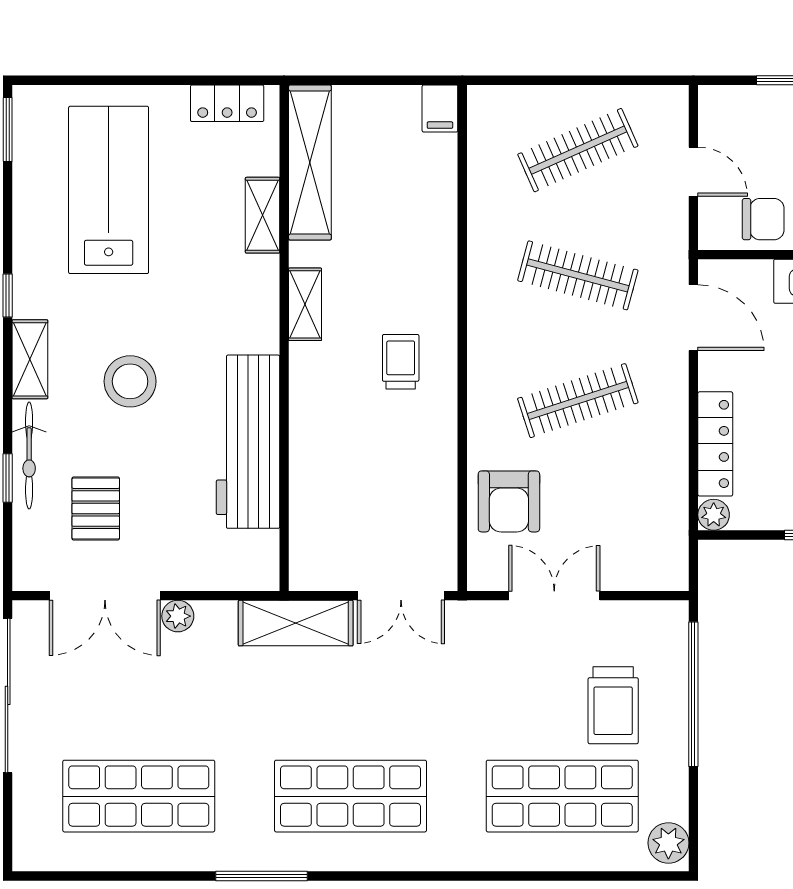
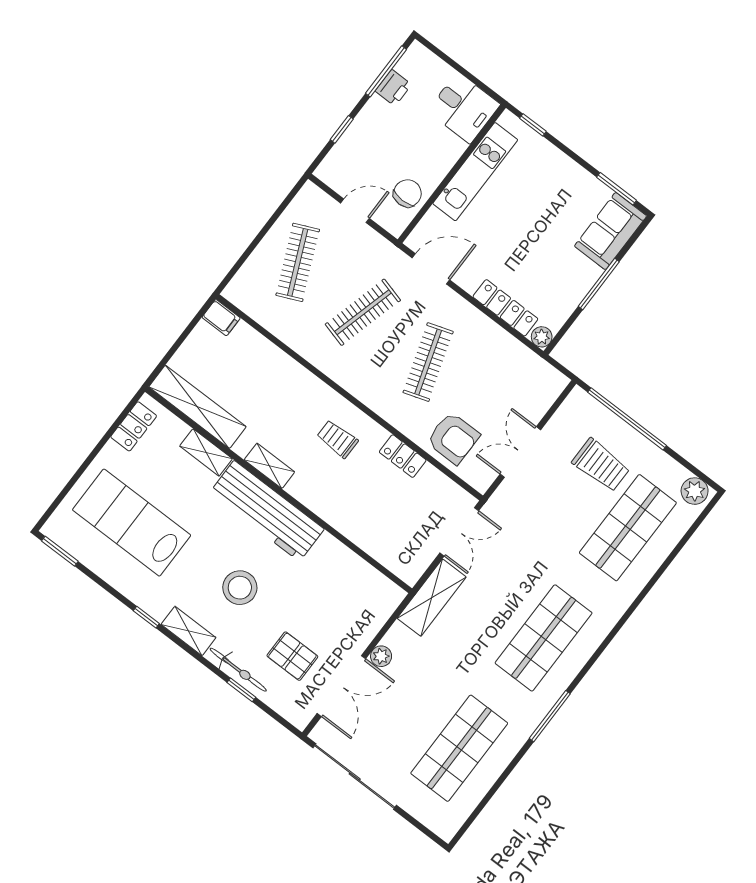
workbench: (248, 442) -> (267, 511), moved
locker: (440, 457) -> (403, 456), added

